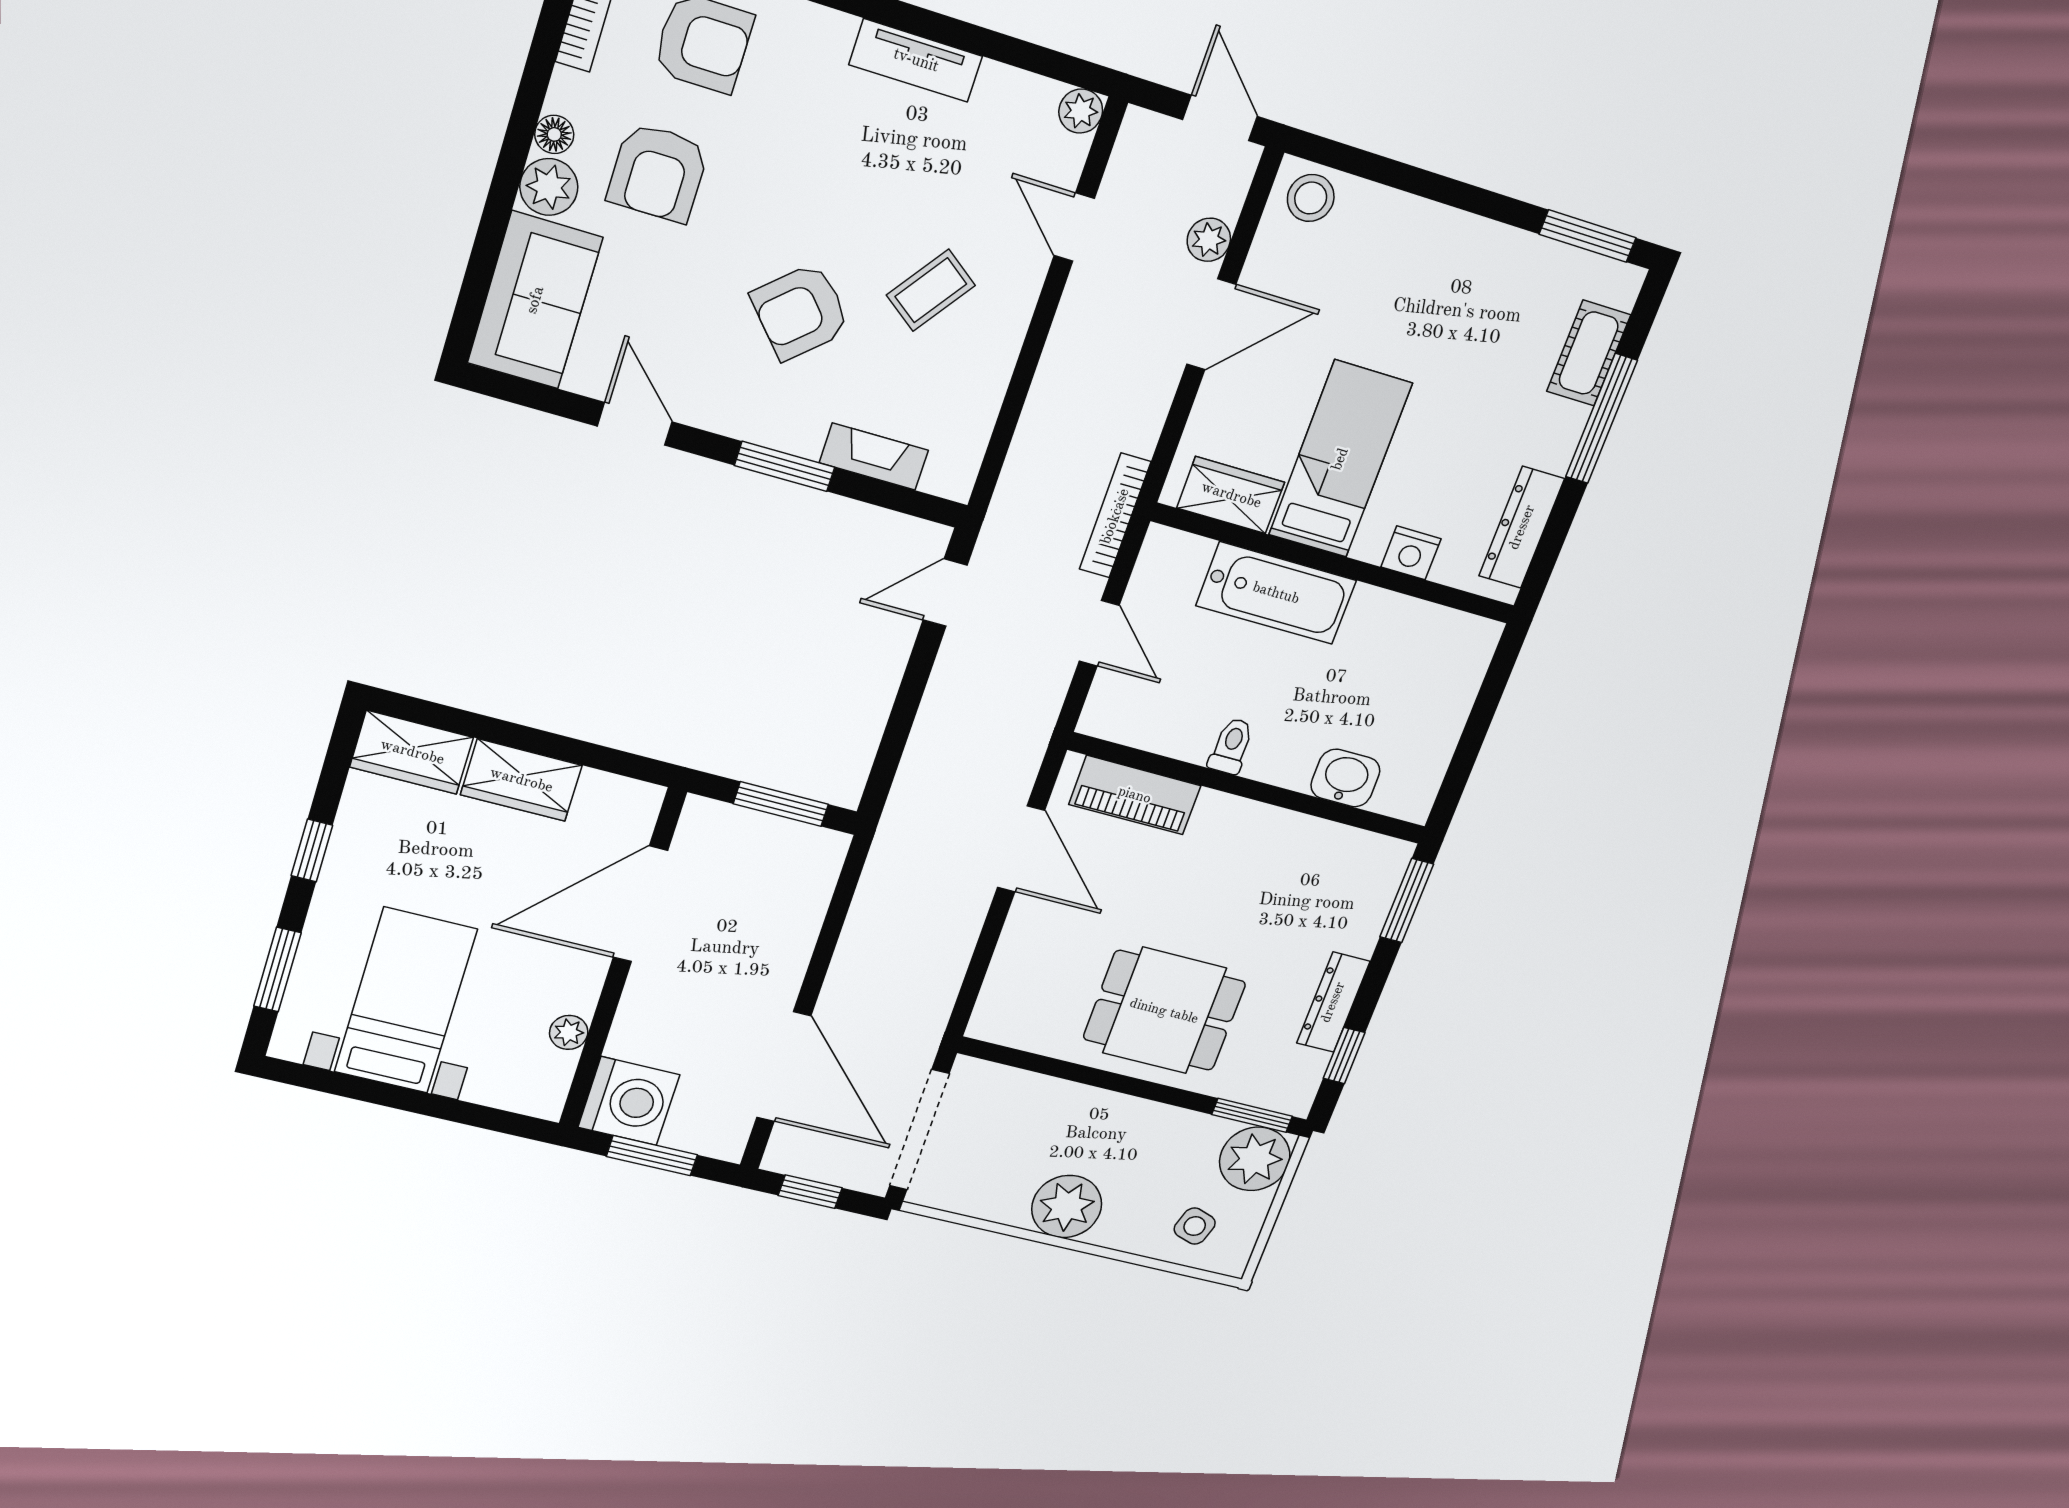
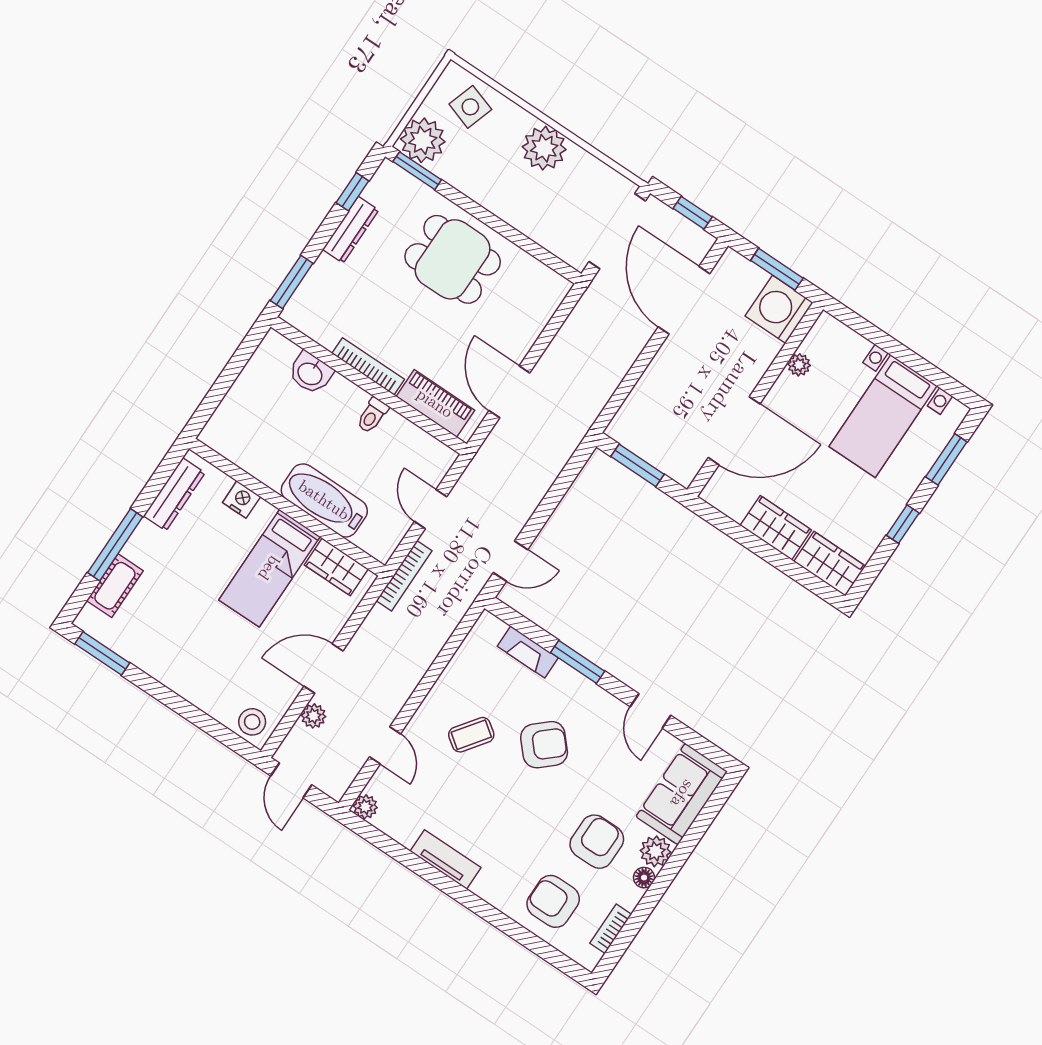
bookcase: (1257, 816) -> (368, 366), added
side table: (1195, 1226) -> (470, 107), width x1.37, depth x1.37

